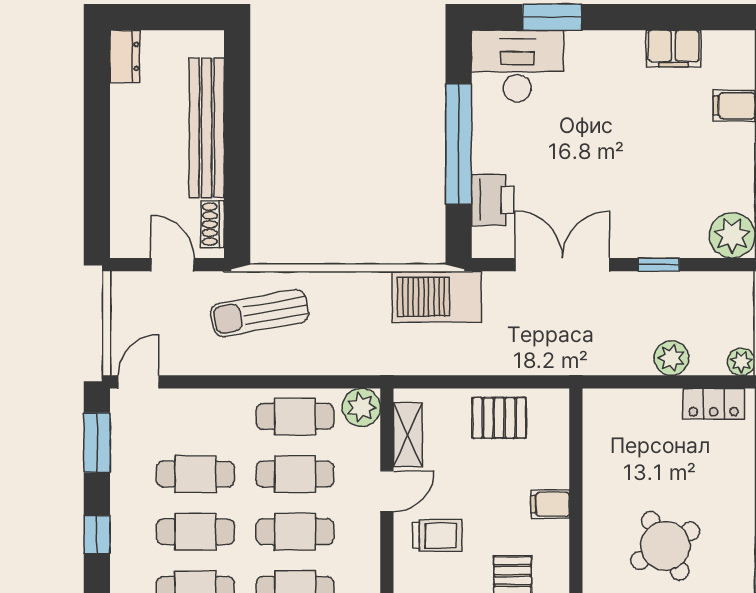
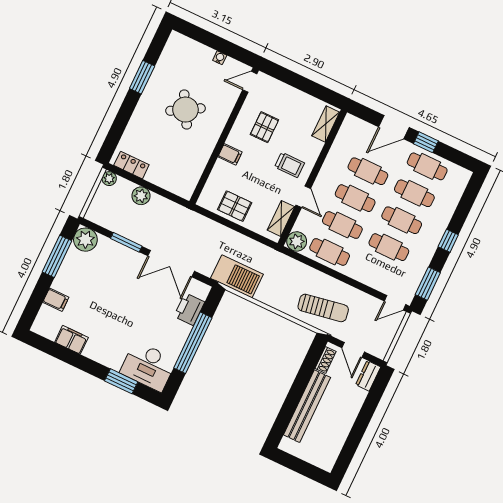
dresser: (125, 56) -> (368, 376), moved
window: (659, 265) -> (126, 242), width x1.50
door: (387, 491) -> (303, 197), swing flipped
trolley: (437, 535) -> (290, 165), turned 180

